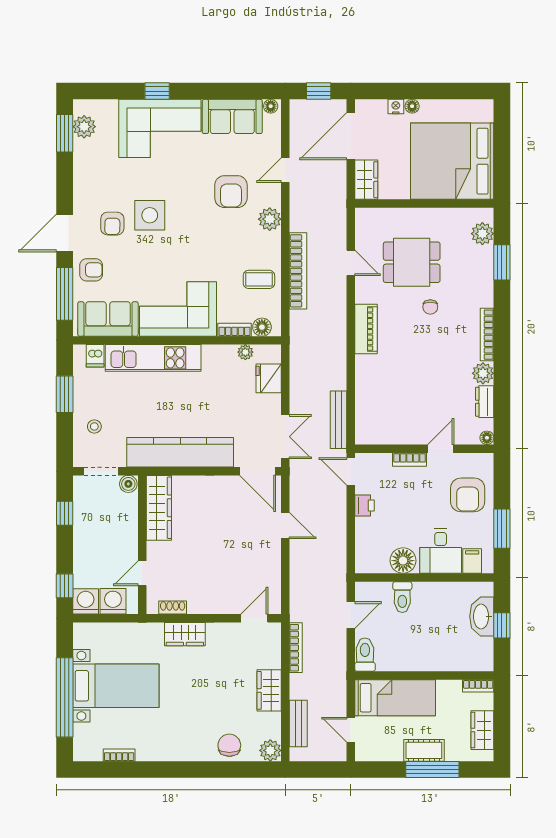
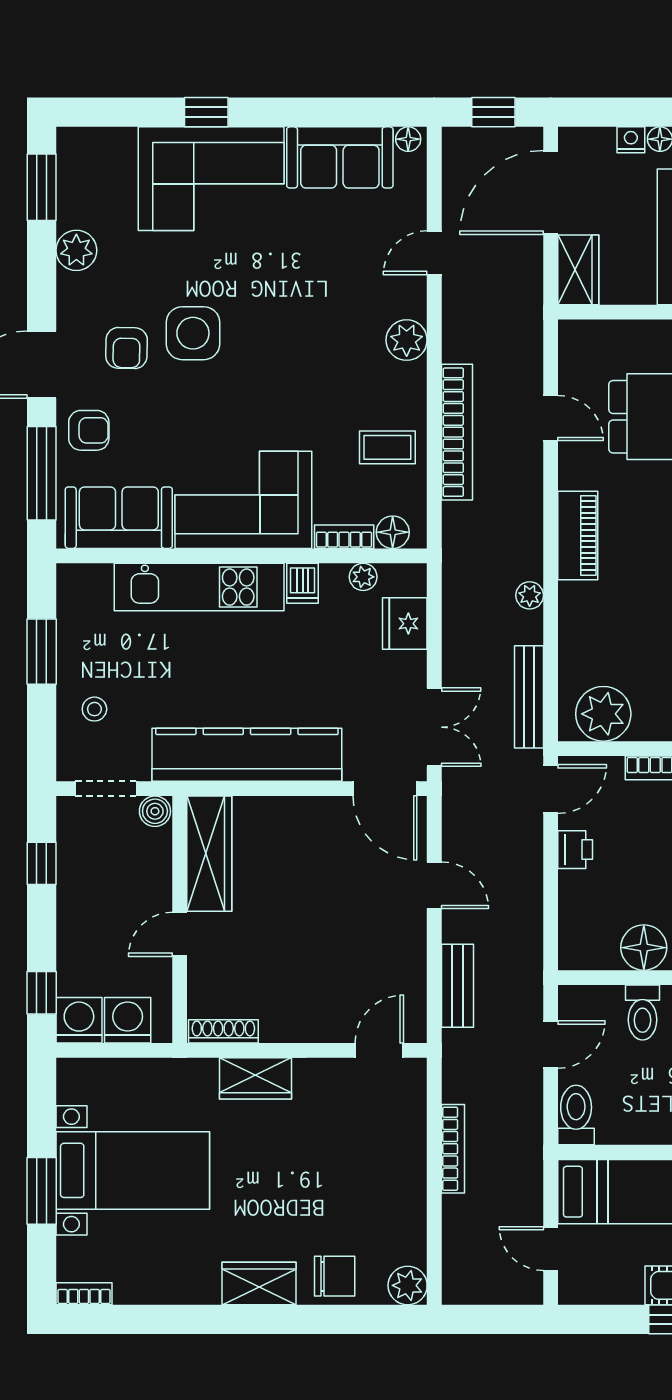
plant: (84, 127) -> (76, 250), moved
armchair: (231, 192) -> (338, 291), removed
dishwasher: (95, 356) -> (303, 583), moved
plant: (339, 363) -> (530, 595), added
plant: (380, 429) -> (603, 714), added
door: (351, 471) -> (551, 789), swing flipped
door: (142, 573) -> (180, 934), moved
shoe rack: (173, 608) -> (223, 1031), width x1.43
bookcase: (296, 648) -> (453, 1149), moved
wardrobe: (269, 690) -> (259, 1284), moved, turned 90
window: (65, 697) -> (42, 1191), width x0.47
bench: (298, 724) -> (457, 986), moved
chair: (229, 745) -> (335, 1276), turned 90
bookcase: (119, 755) -> (84, 1294), moved

